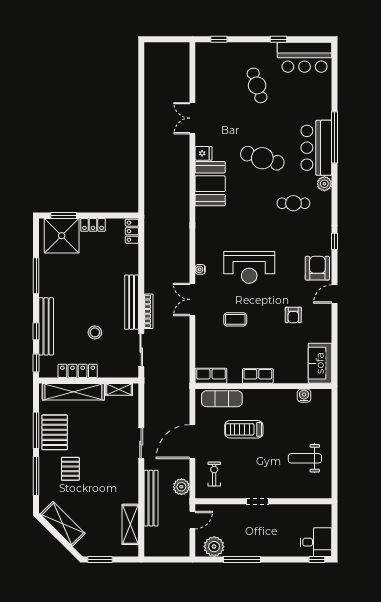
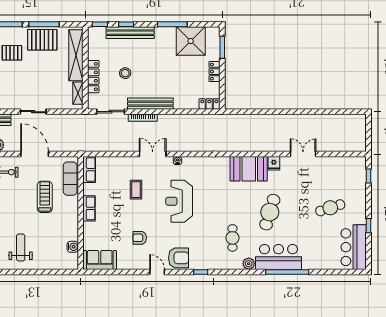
shower: (62, 236) -> (191, 41), moved
locker: (78, 371) -> (93, 77), moved

